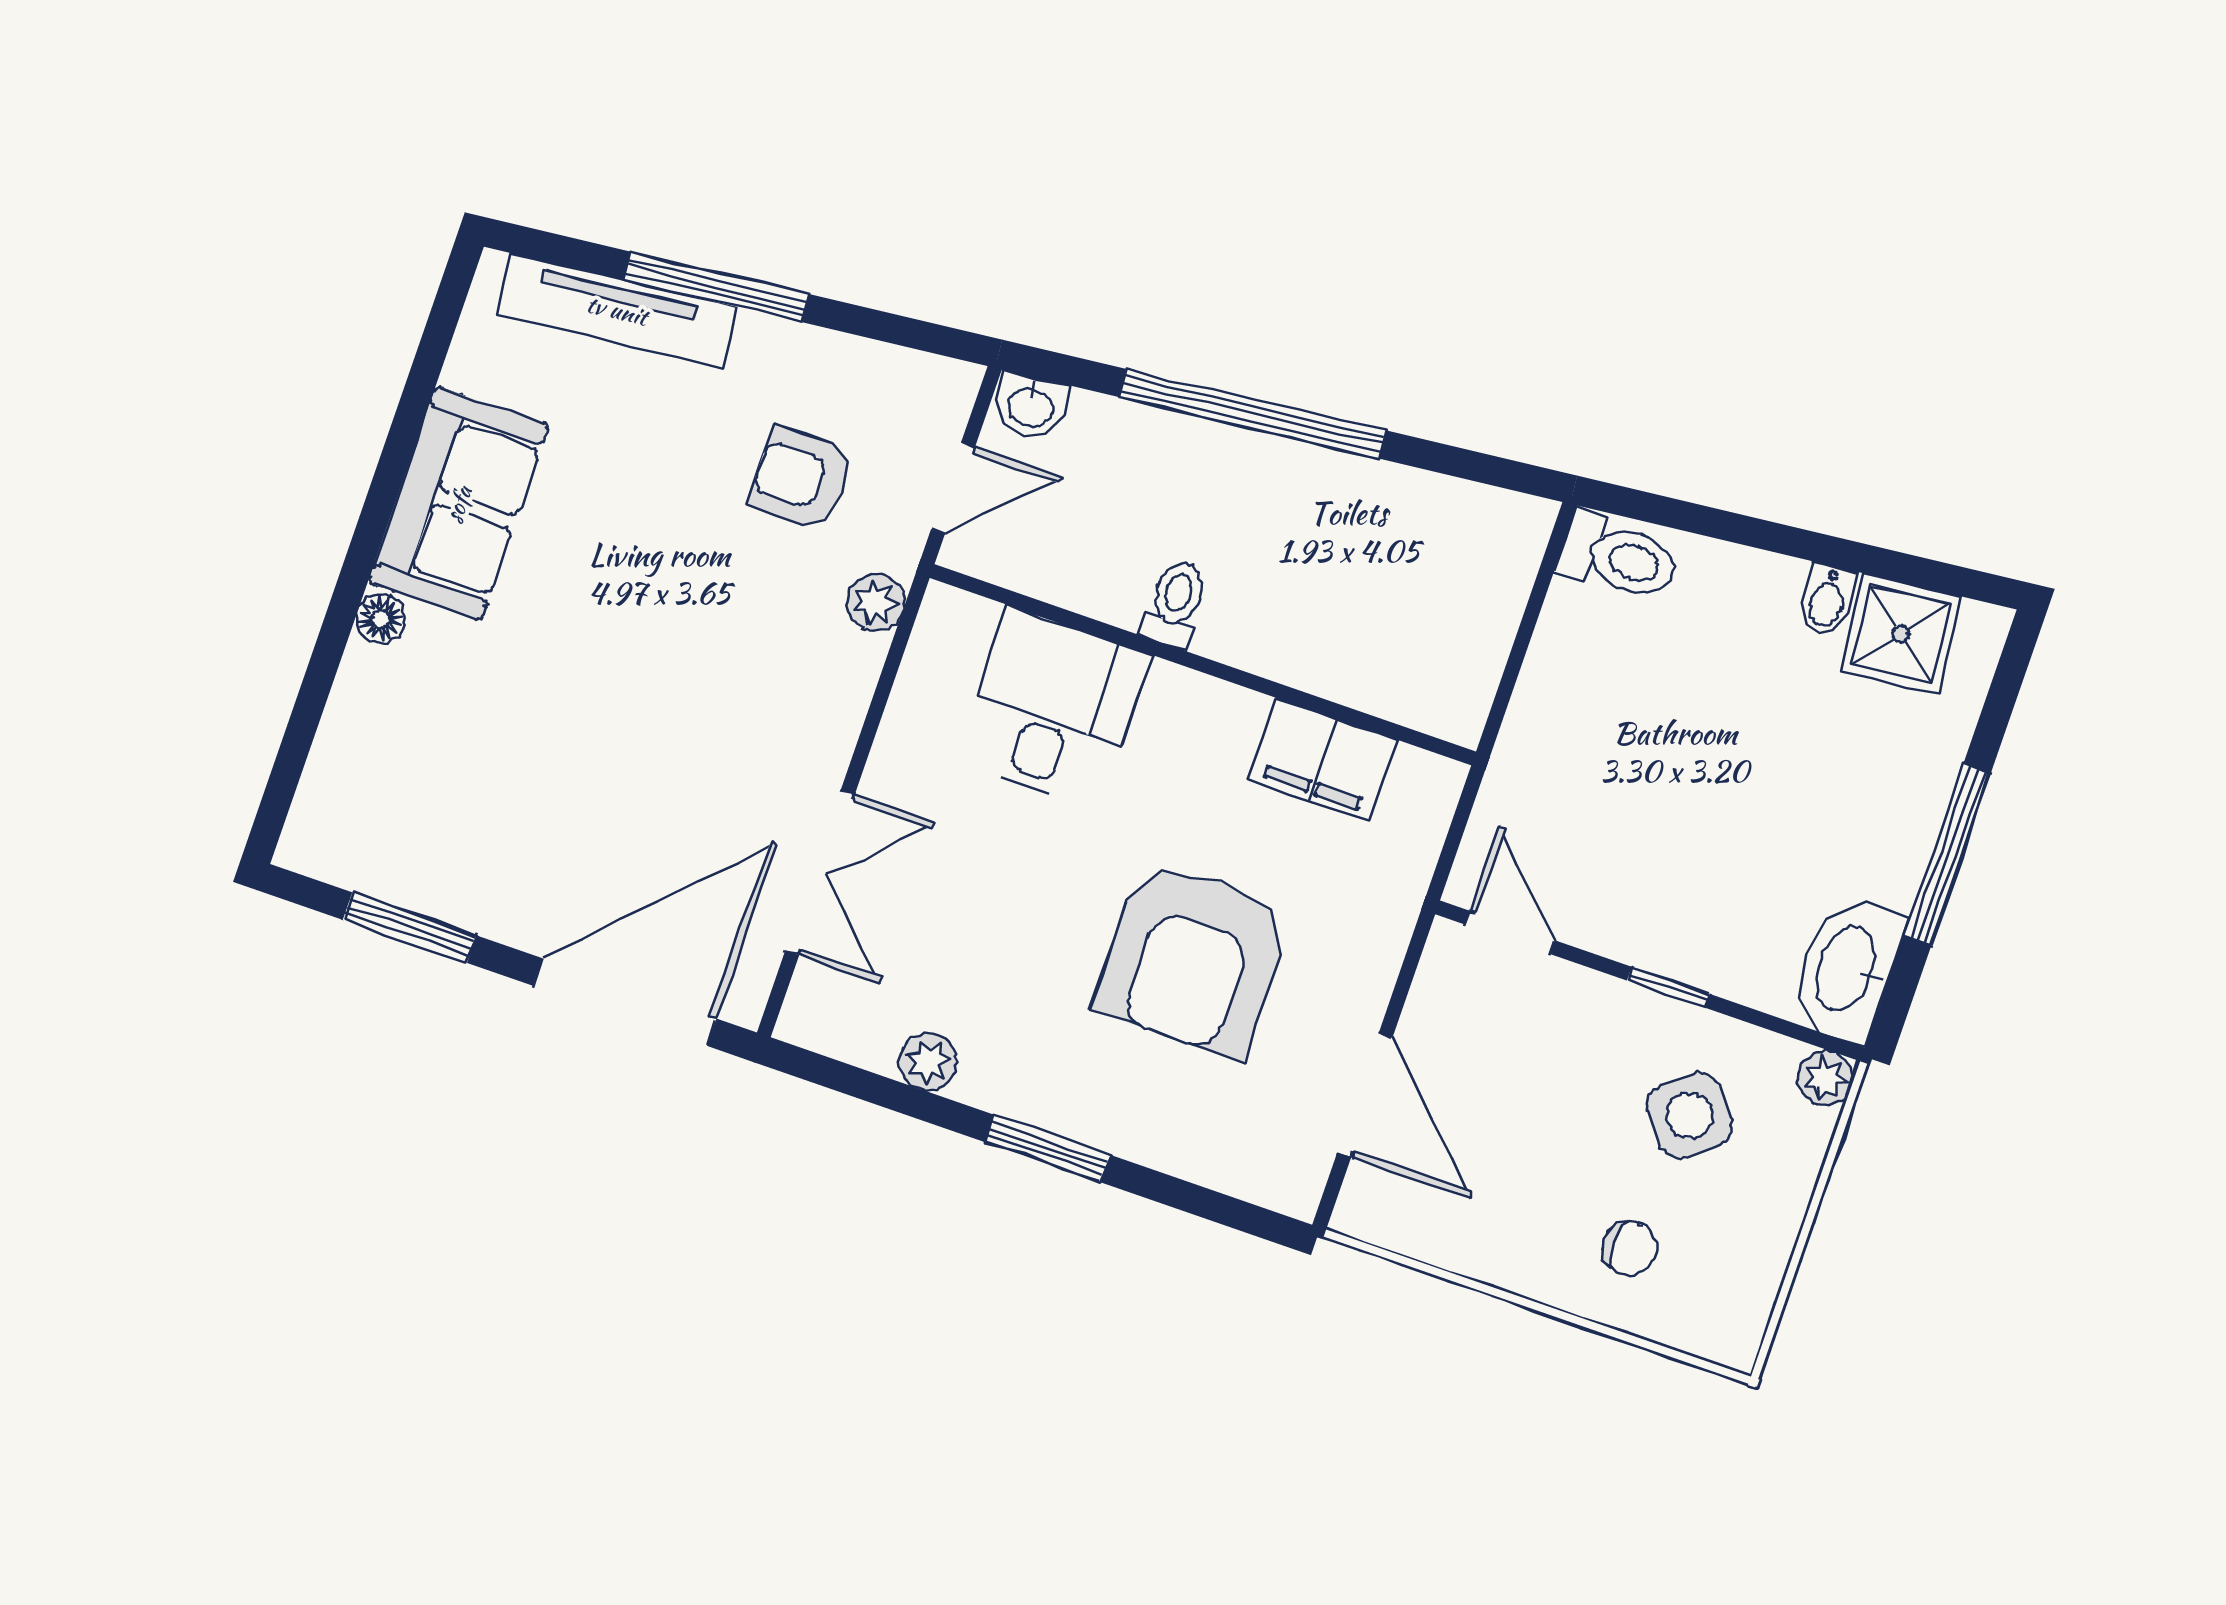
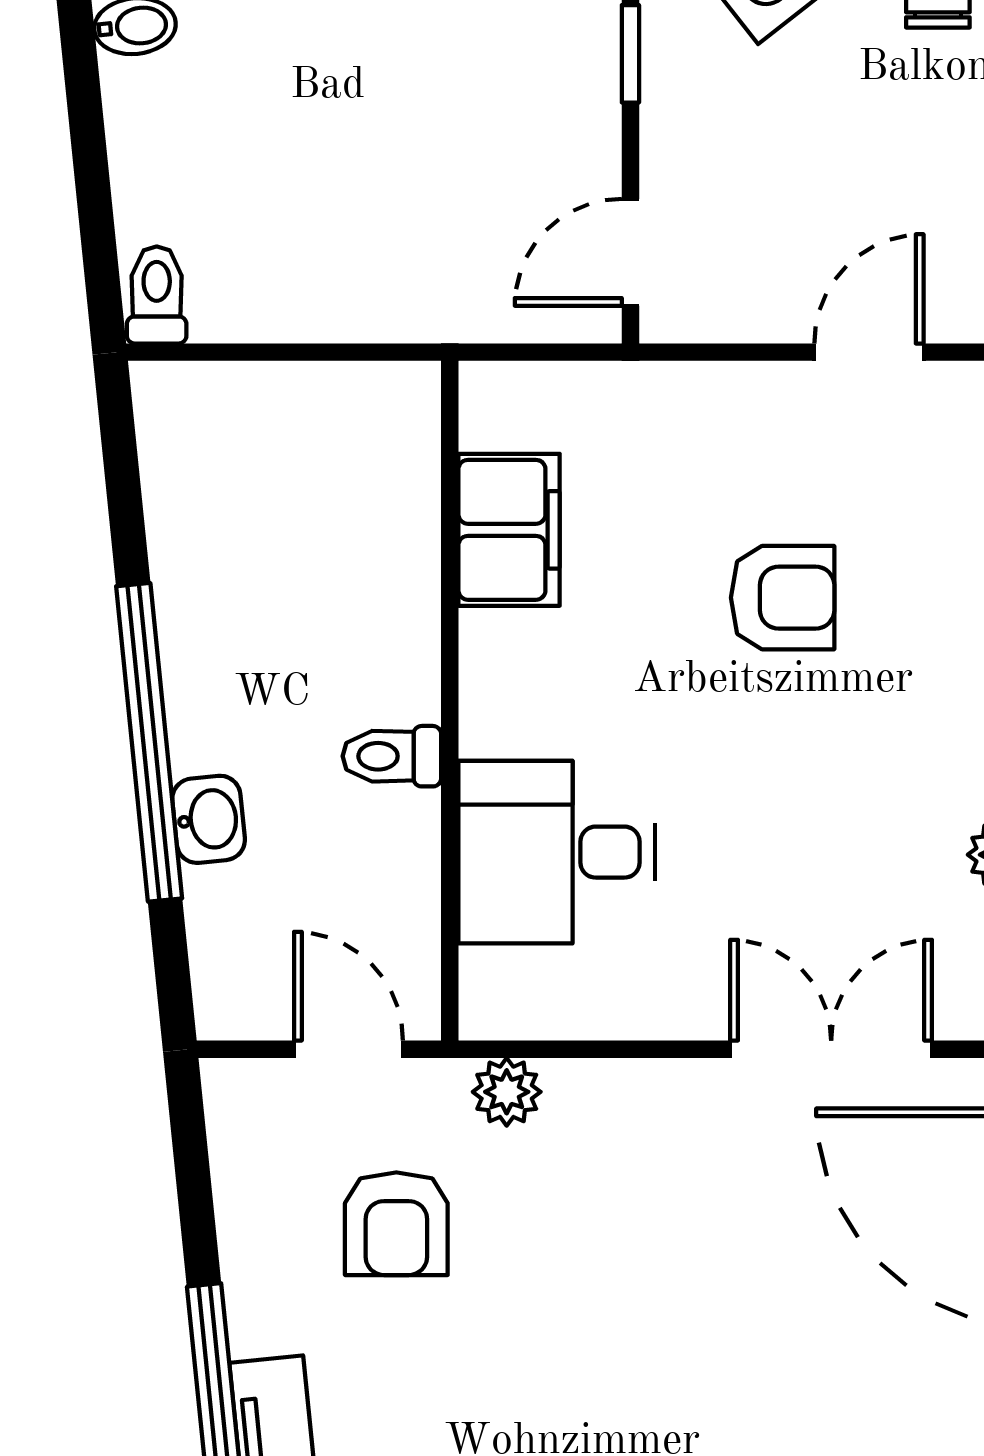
washbasin: (1031, 406) -> (209, 819), moved
toilet: (1619, 557) -> (157, 295), width x0.73, depth x0.72
armchair: (1193, 958) -> (783, 598), width x0.53, depth x0.53
door: (1365, 1095) -> (869, 352), width x0.73

